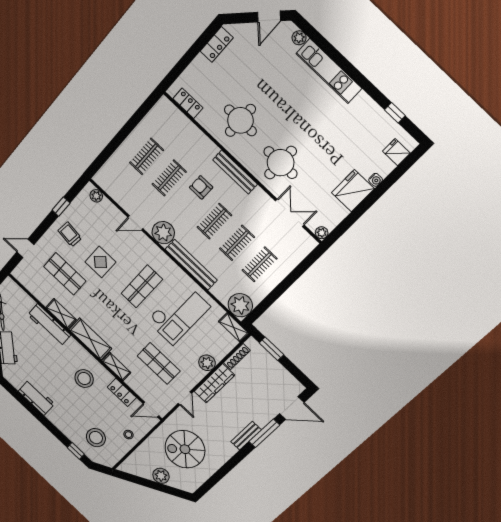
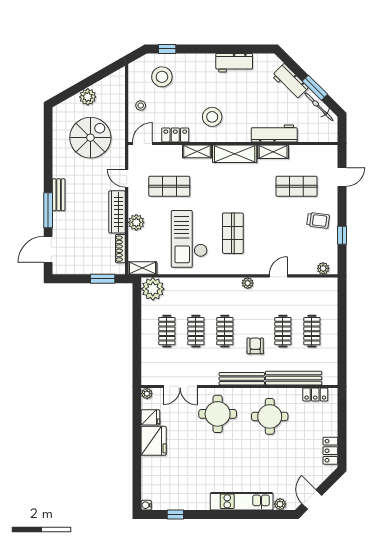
fridge: (396, 152) -> (150, 417), moved
water cooler: (376, 180) -> (146, 505), moved
armchair: (201, 187) -> (255, 346), turned -90
plant: (163, 233) -> (248, 283), width x0.53, depth x0.53
display table: (100, 262) -> (278, 222), removed
bench: (191, 265) -> (294, 378), moved

